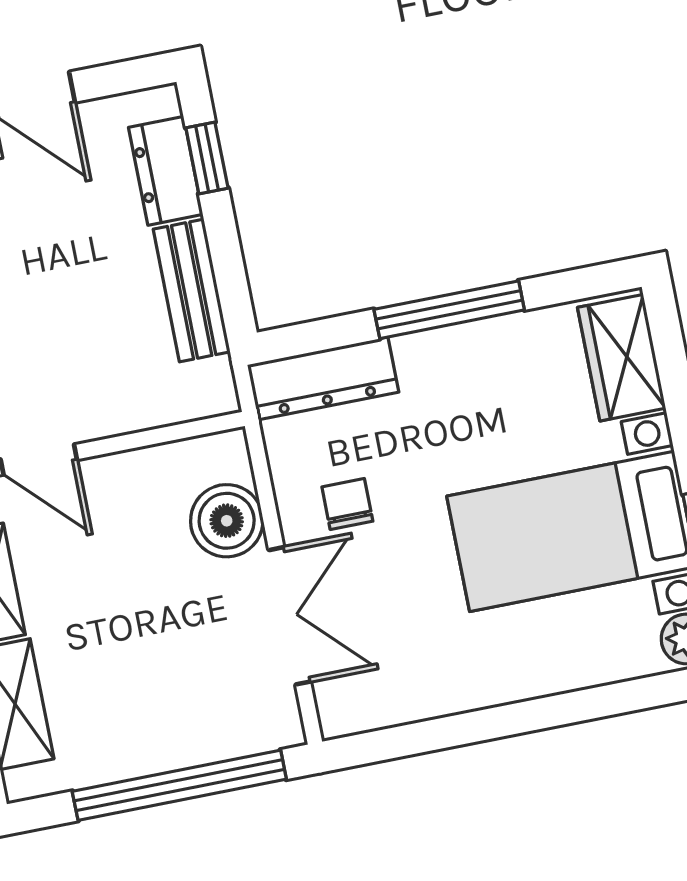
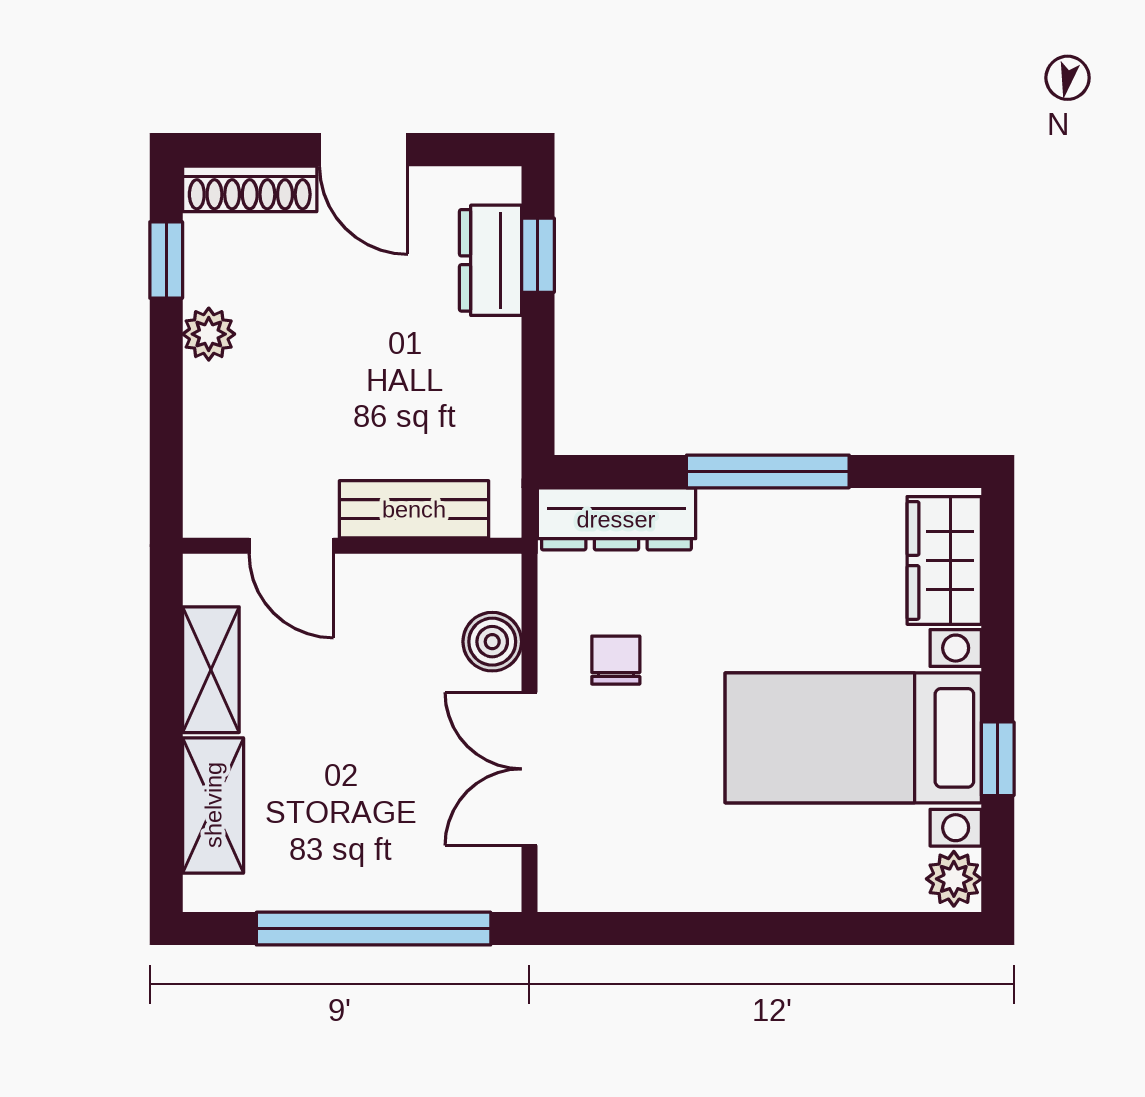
bench: (192, 290) -> (414, 509), moved, turned 90
boiler: (227, 521) -> (492, 642), width x0.73, depth x0.73
double door: (290, 616) -> (529, 769), swing flipped

